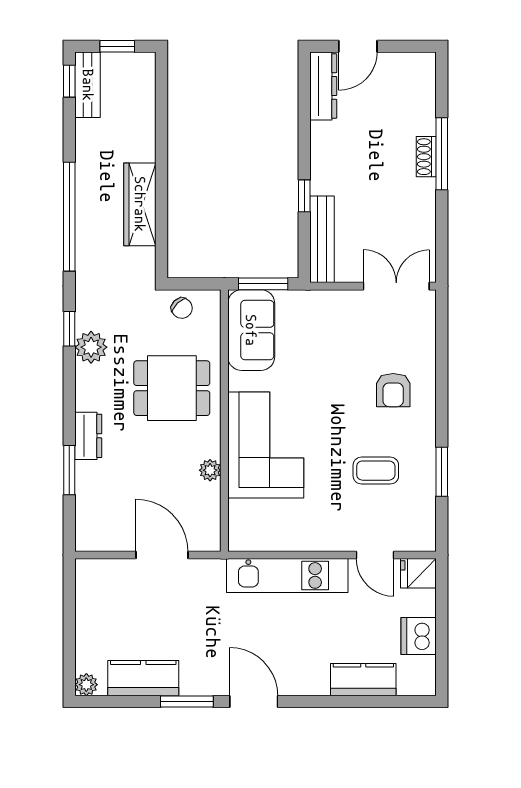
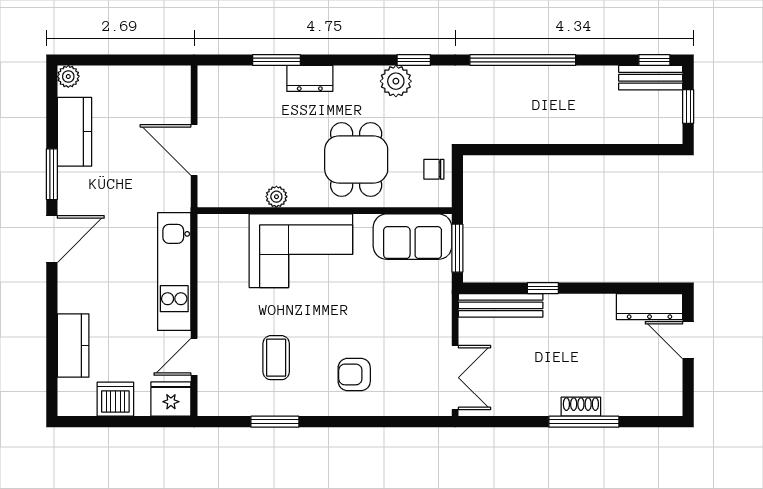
wardrobe: (140, 204) -> (535, 128), removed
chair: (182, 308) -> (434, 169), turned 44
door: (162, 555) -> (194, 150), swing flipped
fridge: (418, 573) -> (171, 399), width x1.38

